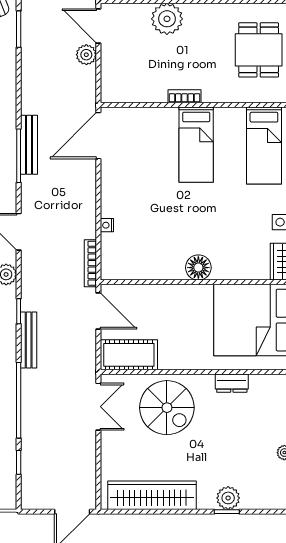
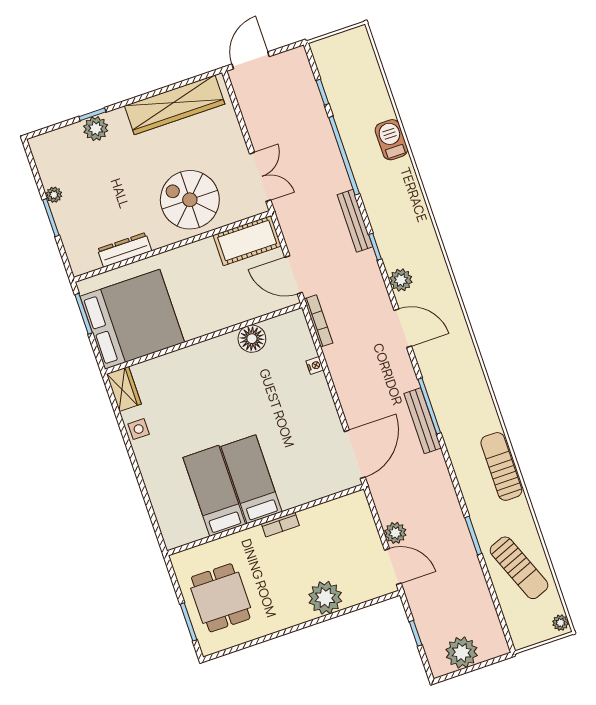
bed: (264, 145) -> (214, 491), moved
floor lamp: (198, 268) -> (252, 339), moved
dresser: (232, 383) -> (125, 250), width x1.44
double door: (98, 407) -> (260, 177), swing flipped

